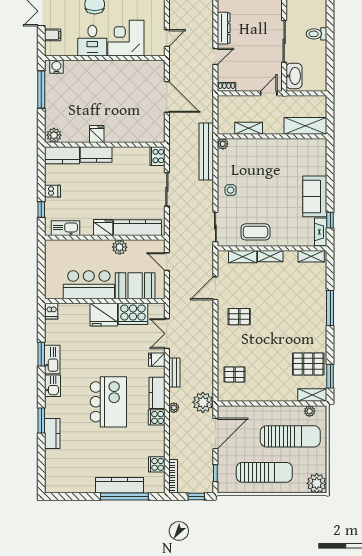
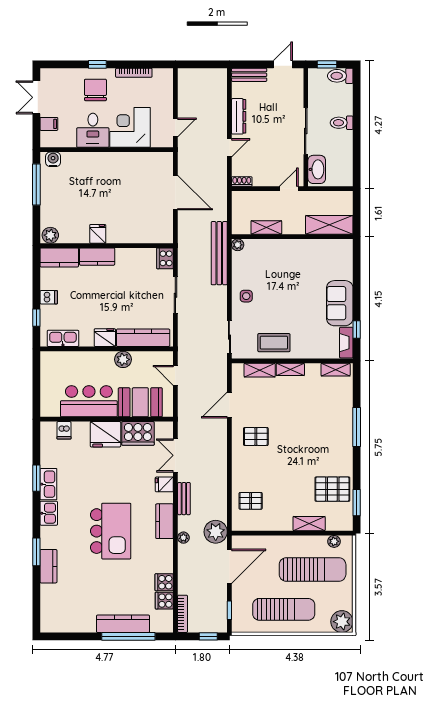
dishwasher: (51, 311) -> (64, 430), moved
shelving: (312, 395) -> (309, 524), moved
cooker: (157, 417) -> (164, 582), moved

